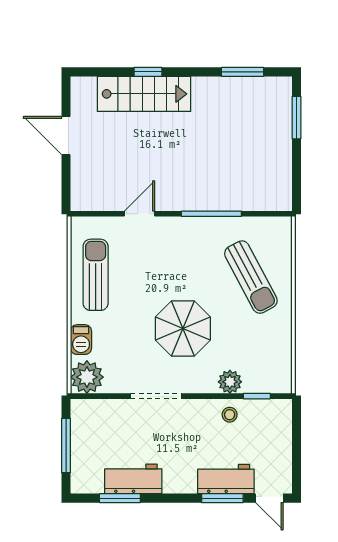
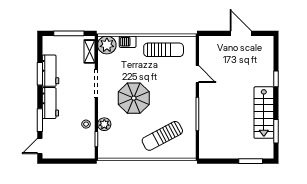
stairs: (144, 94) -> (264, 113), moved
door: (66, 136) -> (241, 33), hinge flipped
shelving: (99, 408) -> (90, 51), added
workbench: (226, 479) -> (50, 103), moved
window: (120, 498) -> (40, 74), moved

